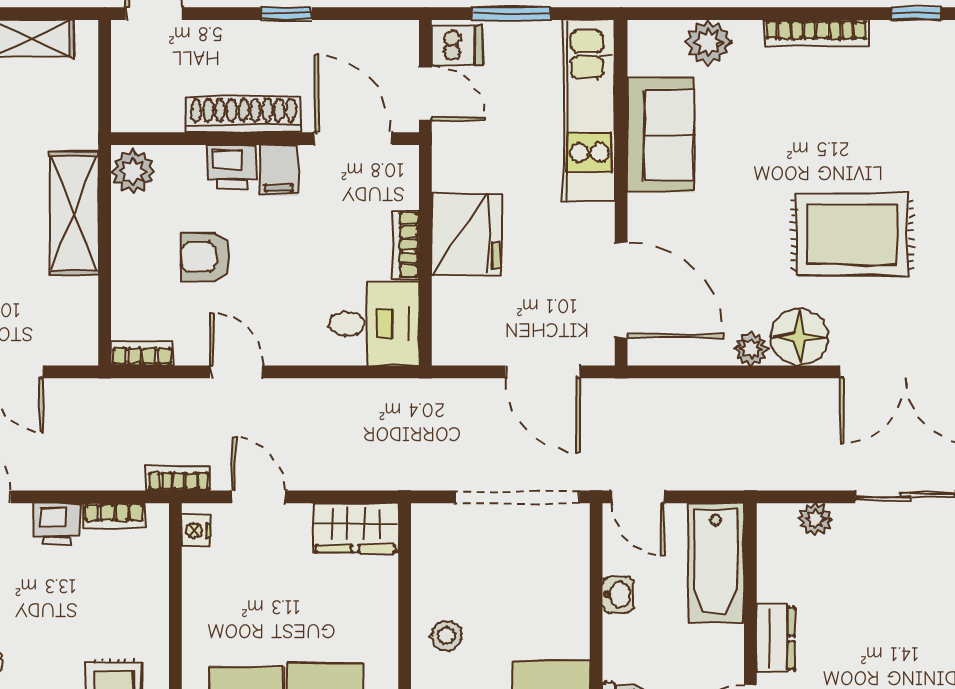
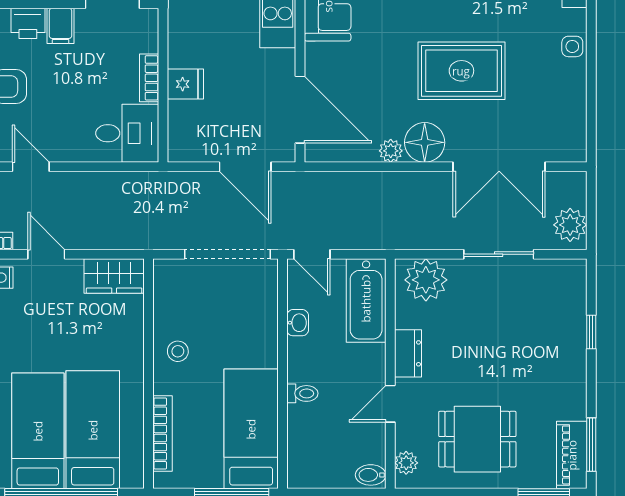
fridge: (466, 234) -> (185, 84), width x0.53, depth x0.75
plant: (815, 519) -> (426, 280), width x1.88, depth x1.88

